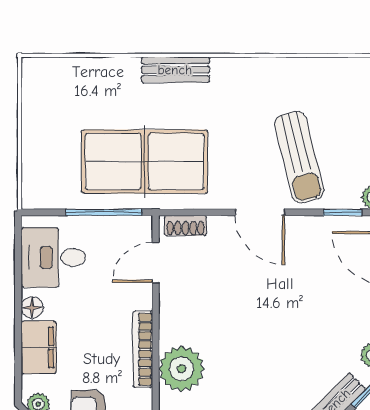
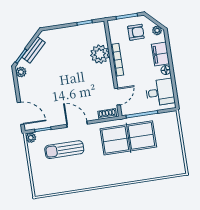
bench: (175, 70) -> (121, 178), removed
sun lounger: (299, 157) -> (64, 150), turned -76

